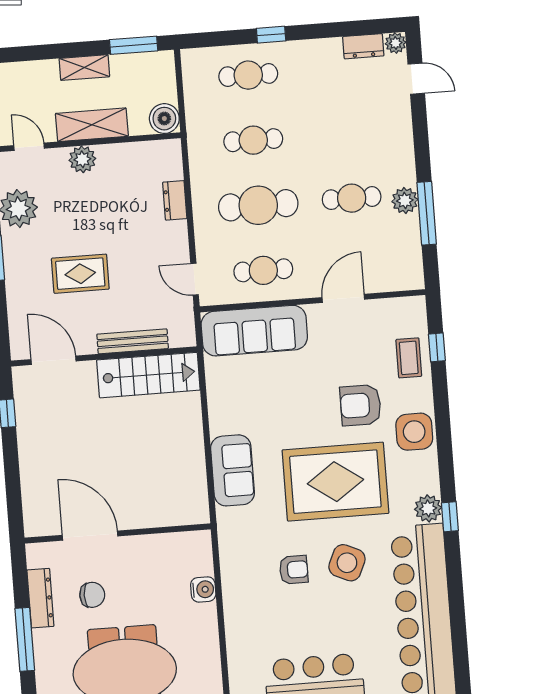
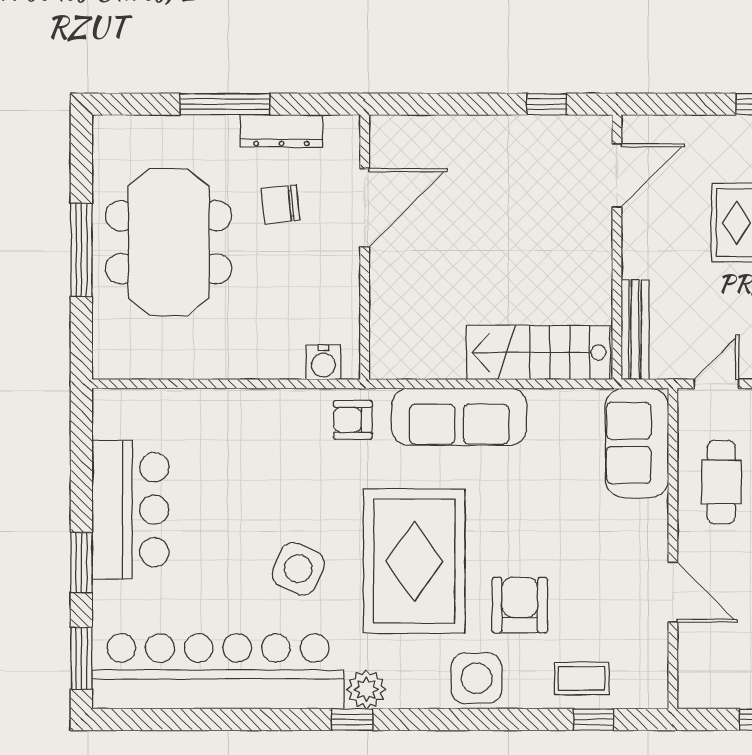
sofa: (254, 331) -> (637, 443), width x0.73
bench: (133, 341) -> (635, 330), moved
stairs: (148, 375) -> (538, 353), moved, turned 90
sofa: (233, 470) -> (459, 417), width x1.36
armchair: (294, 570) -> (353, 420), moved, turned 90
water cooler: (203, 589) -> (323, 362), moved
chair: (92, 595) -> (281, 204), turned 84

